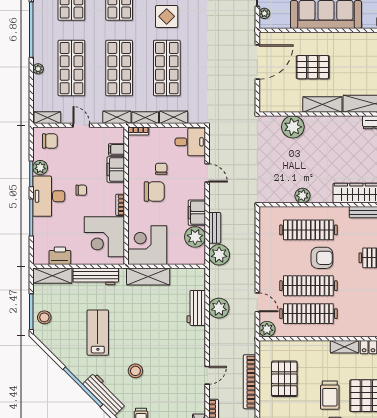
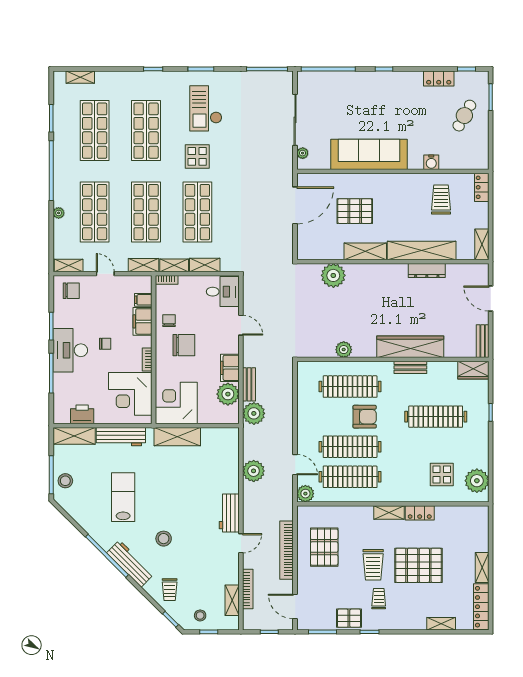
plant: (40, 168) -> (61, 319), removed
chair: (161, 169) -> (169, 321), moved
workbench: (196, 308) -> (229, 513), moved

